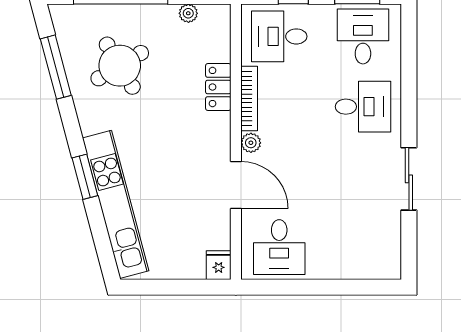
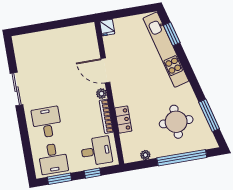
round table: (120, 66) -> (176, 122), turned 31
desk: (363, 107) -> (47, 122), turned 90
window: (85, 177) -> (172, 34), moved
desk: (279, 247) -> (77, 42), removed

